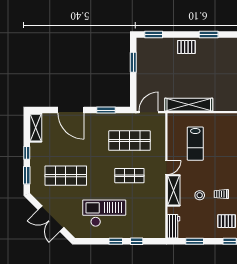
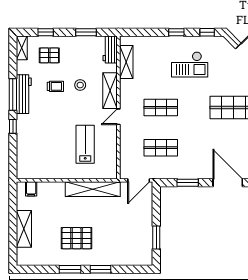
window: (154, 35) -> (101, 269), moved
pallet: (186, 47) -> (77, 238), moved, width x1.50, depth x1.42
shop shelf: (129, 141) -> (161, 148), width x0.70, depth x0.74
checkout: (104, 213) -> (190, 64), width x0.73, depth x0.83
shelving: (160, 215) -> (126, 62), added
window: (137, 241) -> (207, 32), moved

